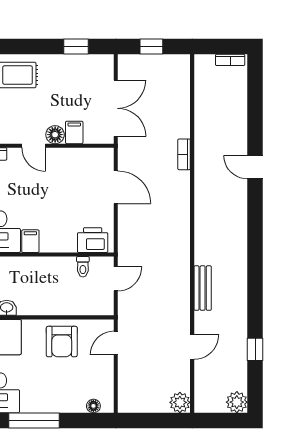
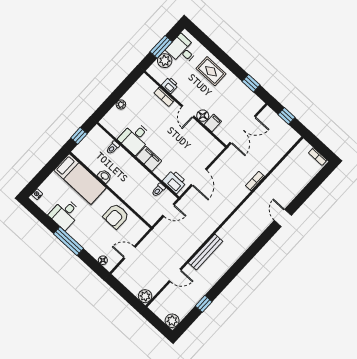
door: (116, 187) -> (199, 177), moved
filing cabinet: (30, 241) -> (149, 159), width x2.00
bench: (203, 288) -> (206, 252), width x1.36
door: (116, 343) -> (129, 252), moved

